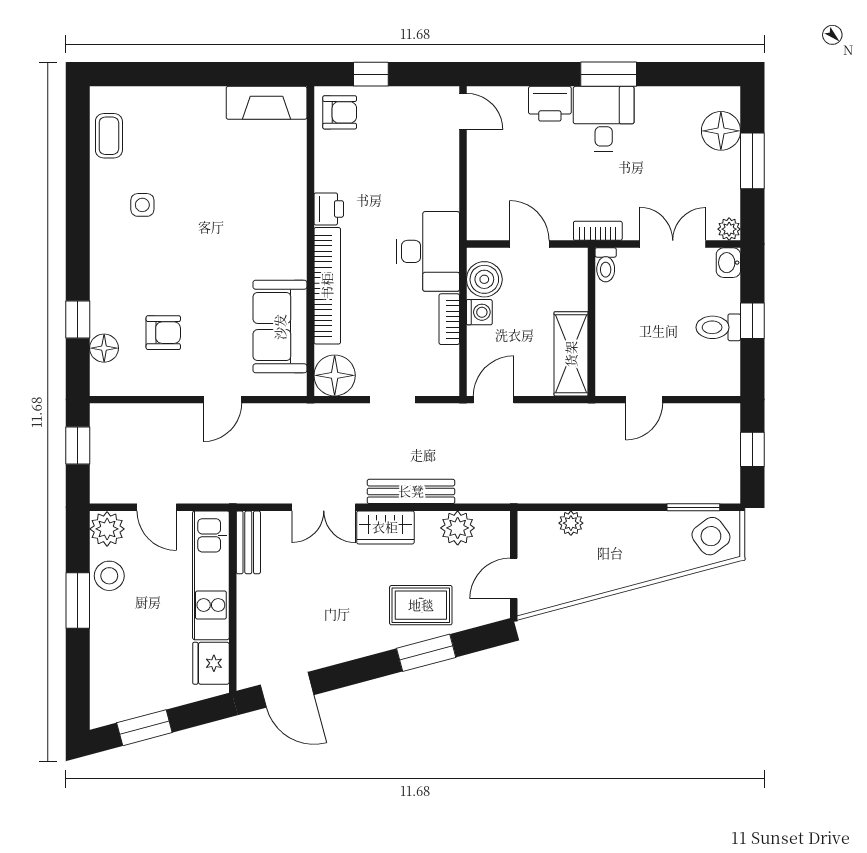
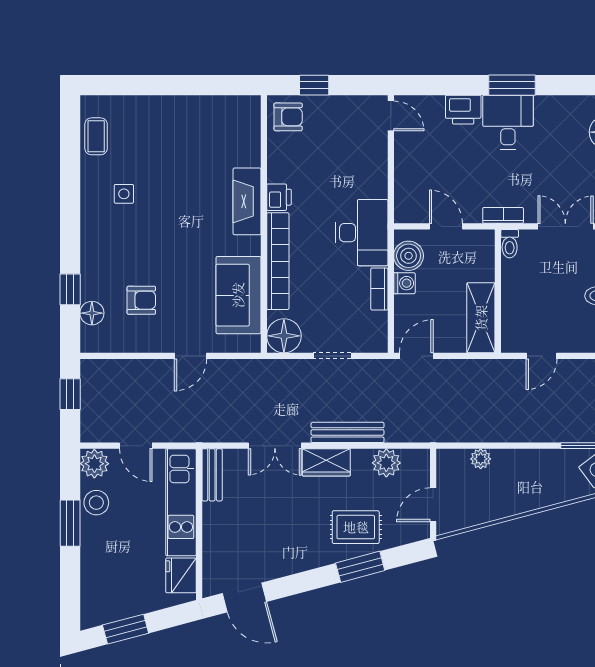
fireplace: (267, 103) -> (247, 201), moved, turned 90

